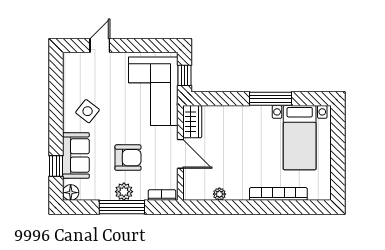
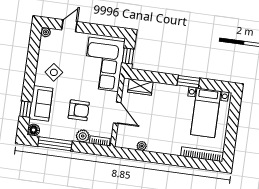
plant: (69, 59) -> (46, 32), added
window: (271, 99) -> (188, 82), width x0.69
wardrobe: (192, 122) -> (140, 87), moved, turned 90
plant: (124, 192) -> (83, 136), moved
bookcase: (278, 194) -> (202, 154), moved
window: (122, 207) -> (55, 144), moved

